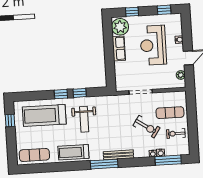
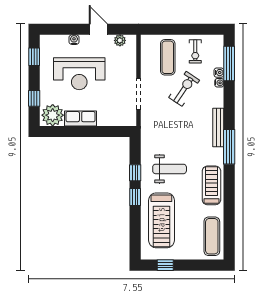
treadmill: (73, 152) -> (211, 185), turned 180

